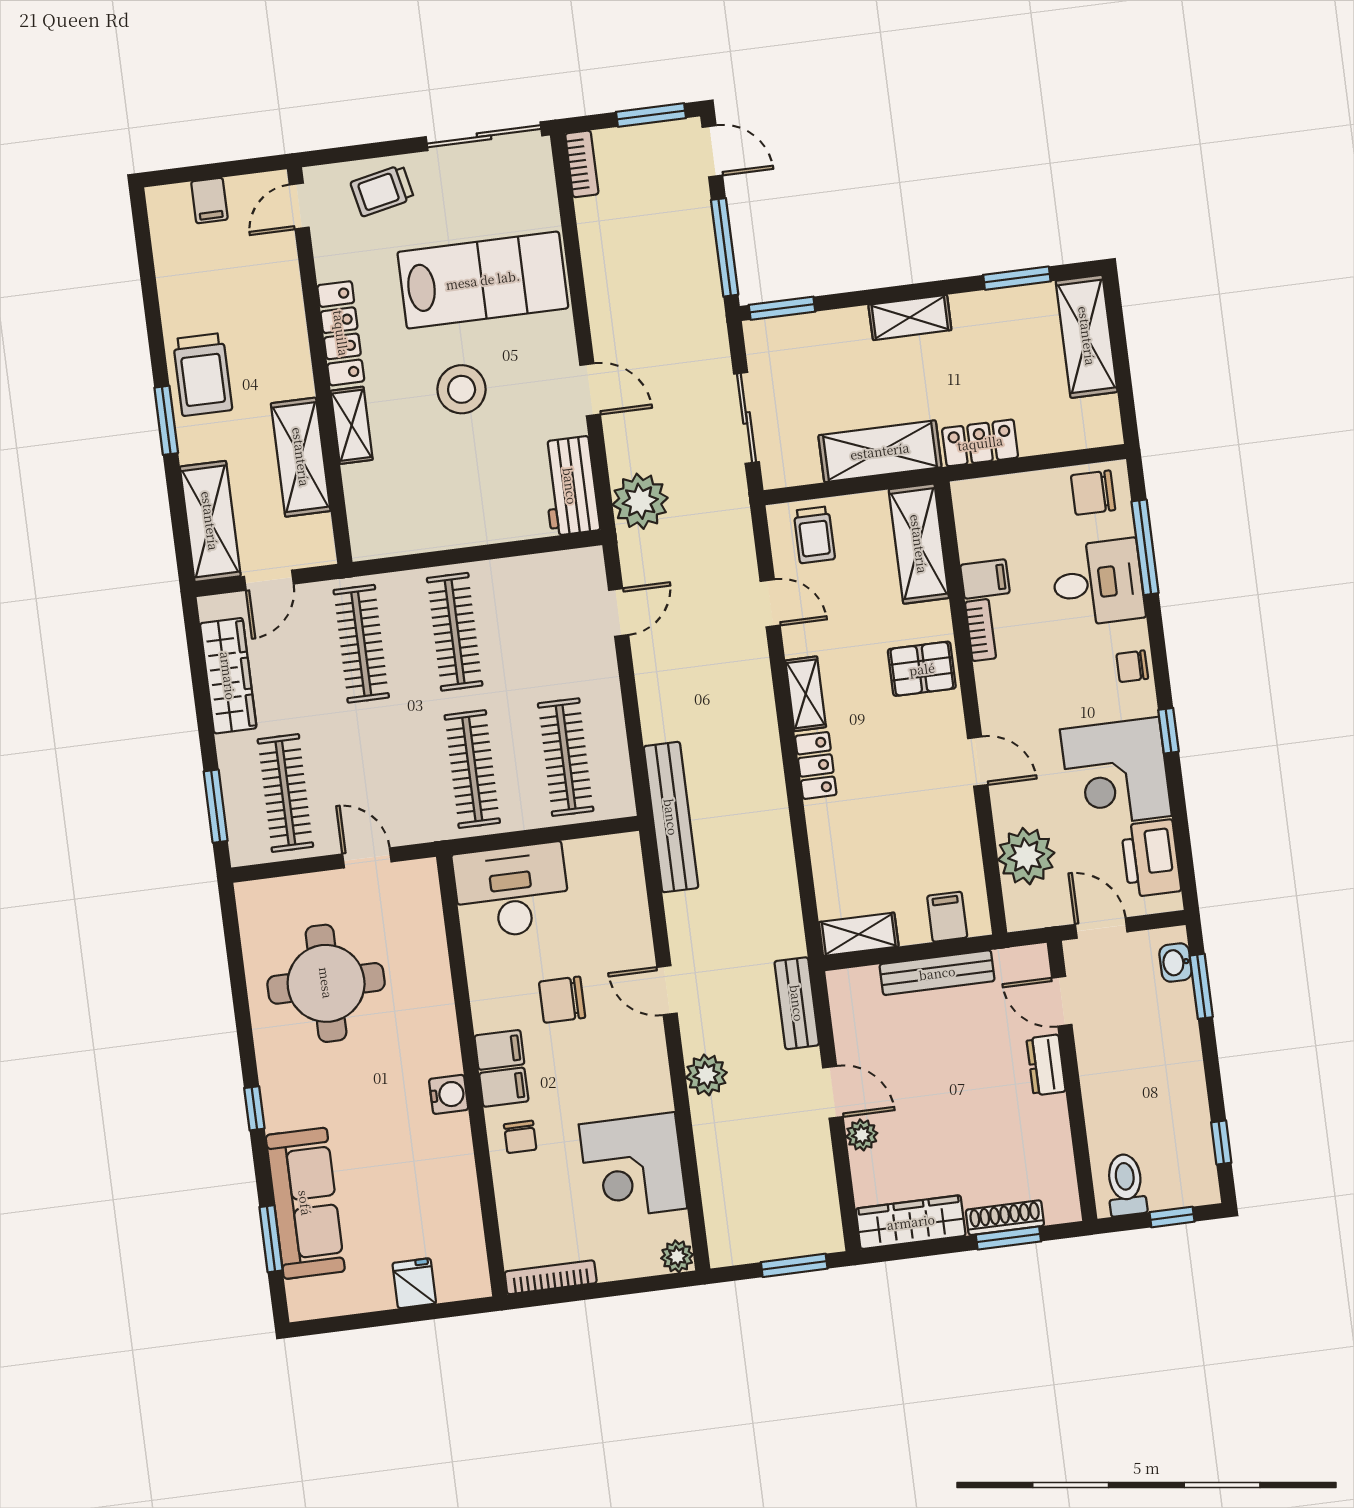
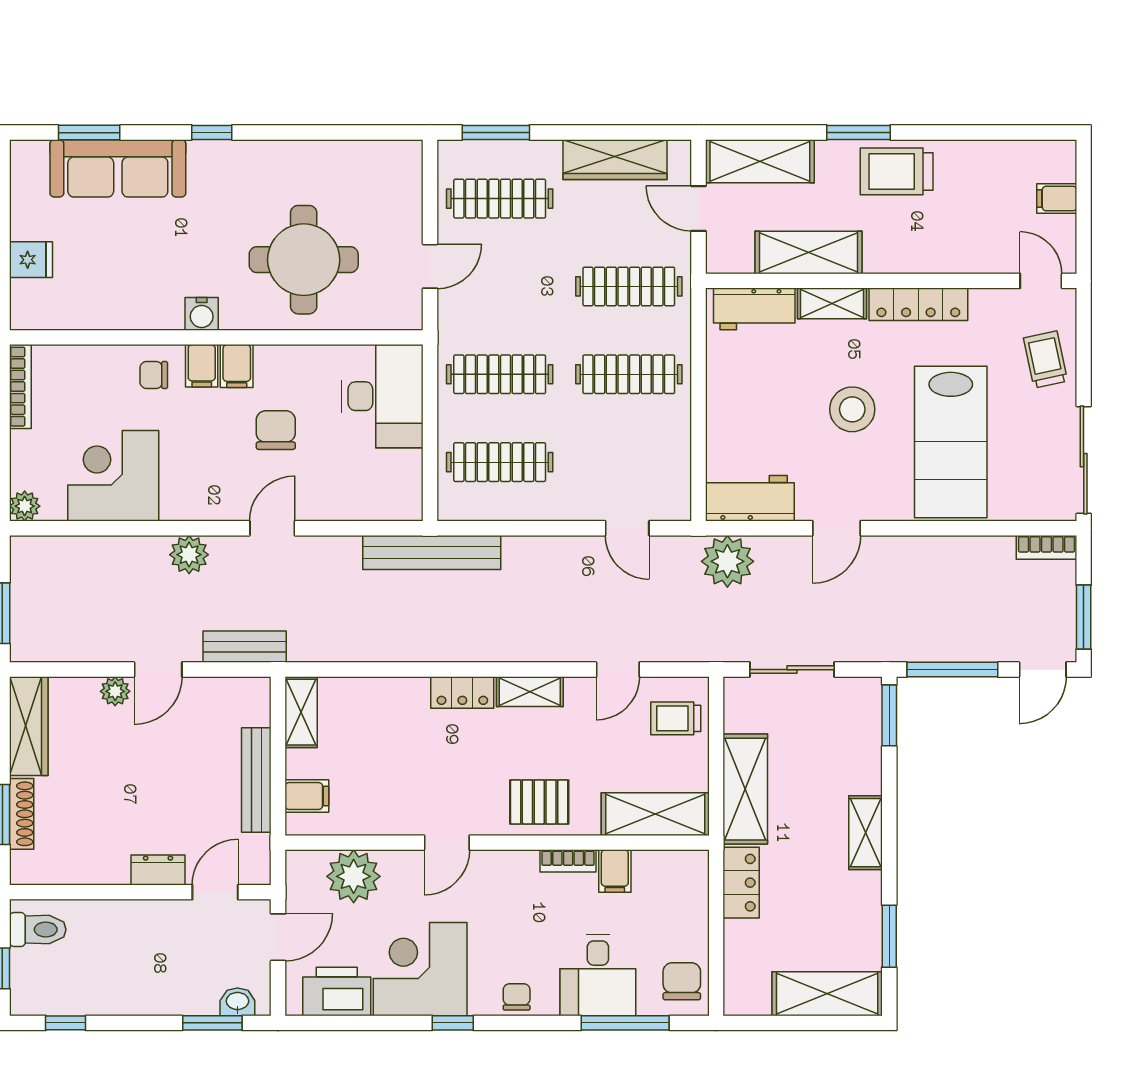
workbench: (368, 507) -> (754, 309), added
pallet: (922, 669) -> (539, 802), turned 90
round table: (326, 983) -> (304, 260), moved

